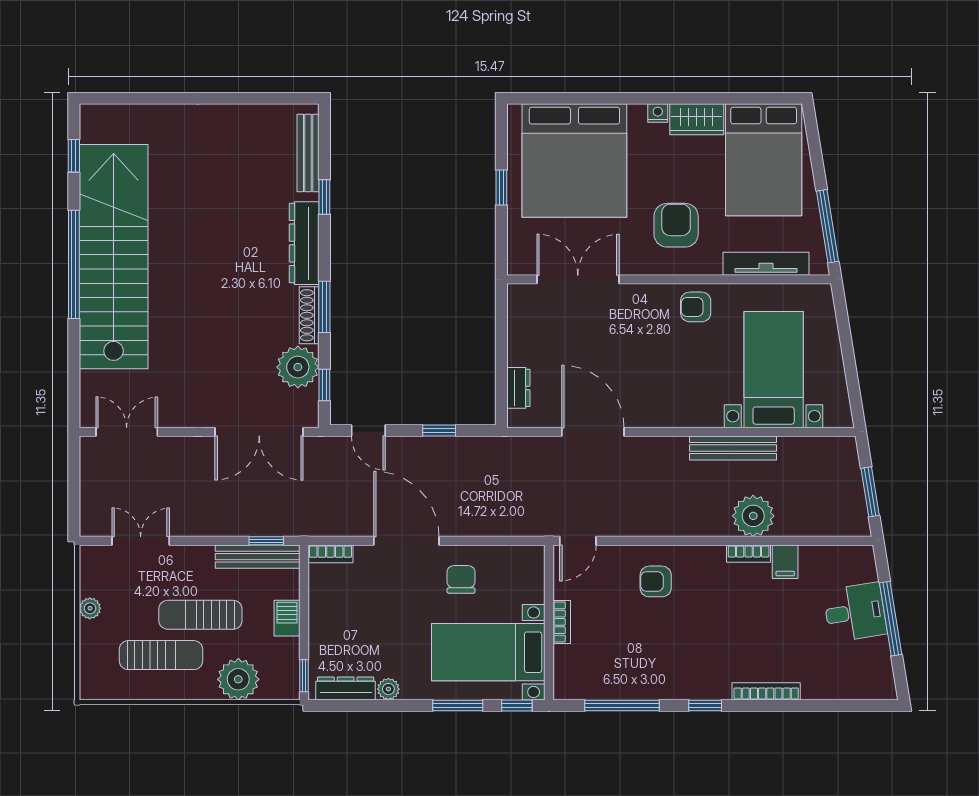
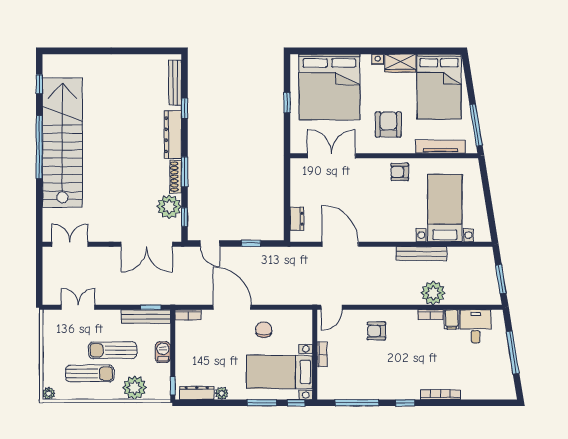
plant: (90, 608) -> (49, 393), moved
desk: (855, 612) -> (476, 326), moved, turned -81

